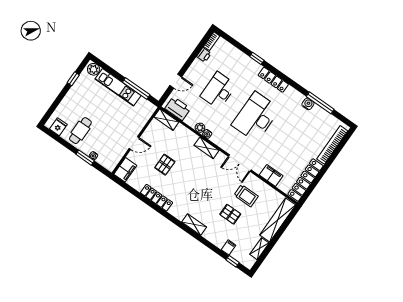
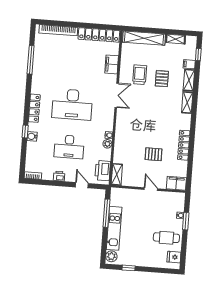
printer: (204, 55) -> (59, 176), moved
water cooler: (308, 104) -> (32, 136), moved
shelving: (207, 148) -> (189, 80), moved

